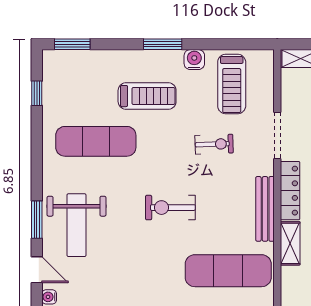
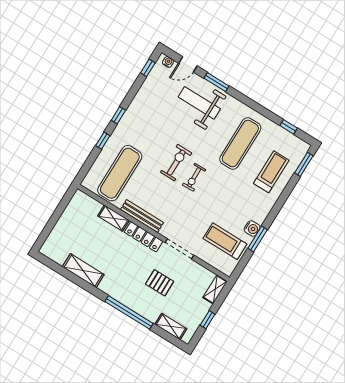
window: (163, 44) -> (258, 239), moved
treadmill: (147, 96) -> (271, 172), moved, turned 180
exercise bike: (214, 144) -> (194, 177), moved

